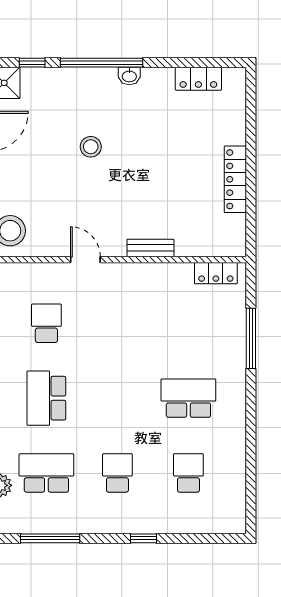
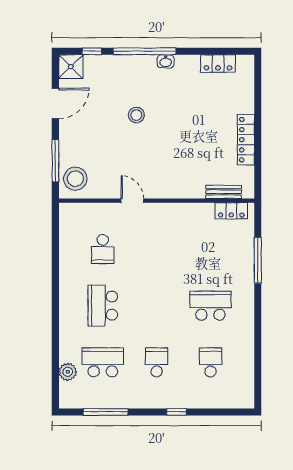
bench: (150, 248) -> (224, 192), moved
school desk: (46, 323) -> (103, 249), turned 180

